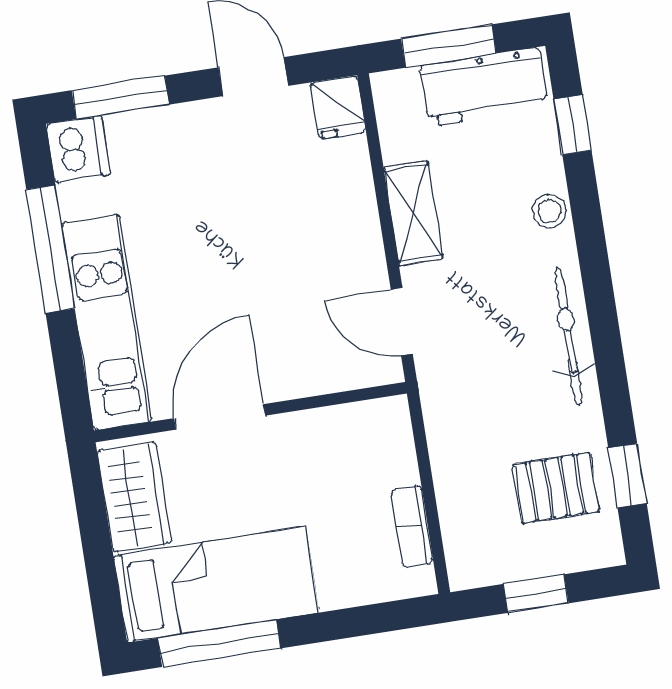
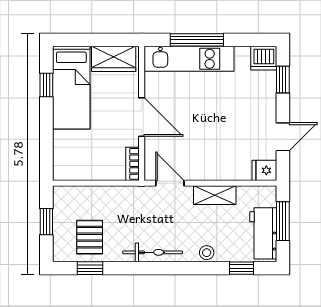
window: (121, 97) -> (283, 79), width x0.67
window: (50, 249) -> (197, 40), moved
door: (402, 322) -> (170, 183), hinge flipped
door: (220, 417) -> (142, 117), moved
bookcase: (412, 526) -> (133, 164), moved, turned -90
window: (219, 643) -> (46, 85), width x0.46

